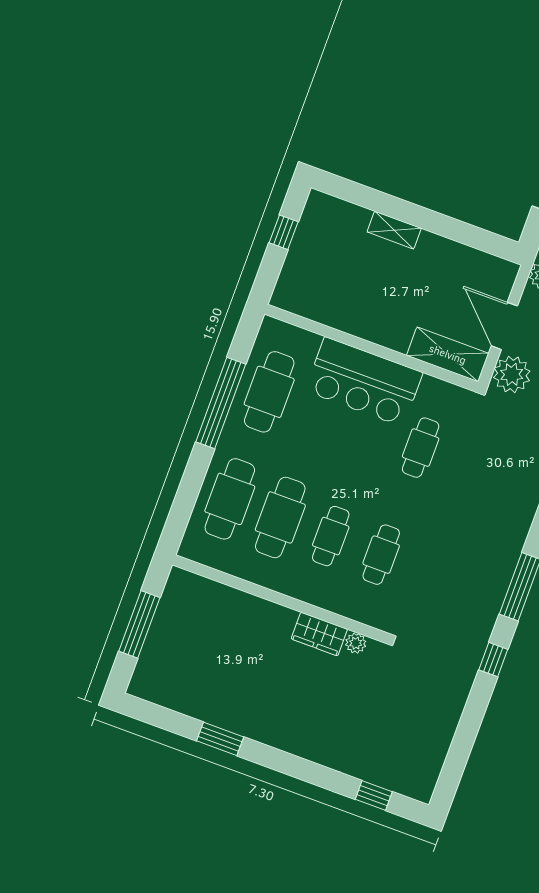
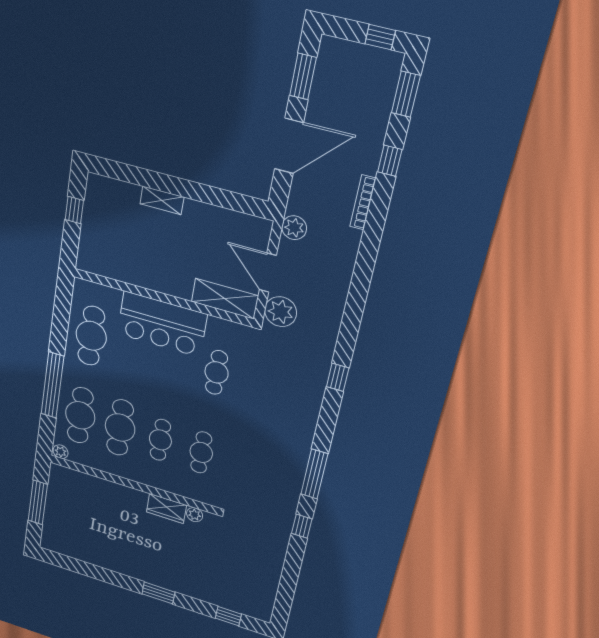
window: (221, 403) -> (52, 385), moved
plant: (190, 550) -> (61, 452), added
window: (220, 739) -> (158, 593), moved

